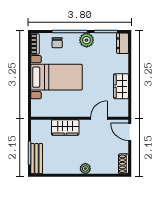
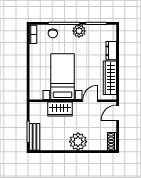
dresser: (122, 43) -> (111, 51), moved
bed with nightstands: (56, 77) -> (62, 77), moved, turned -90
wardrobe: (121, 86) -> (110, 78), width x1.50
door: (130, 132) -> (118, 113), hinge flipped
plant: (85, 169) -> (78, 142), width x1.87, depth x1.87

